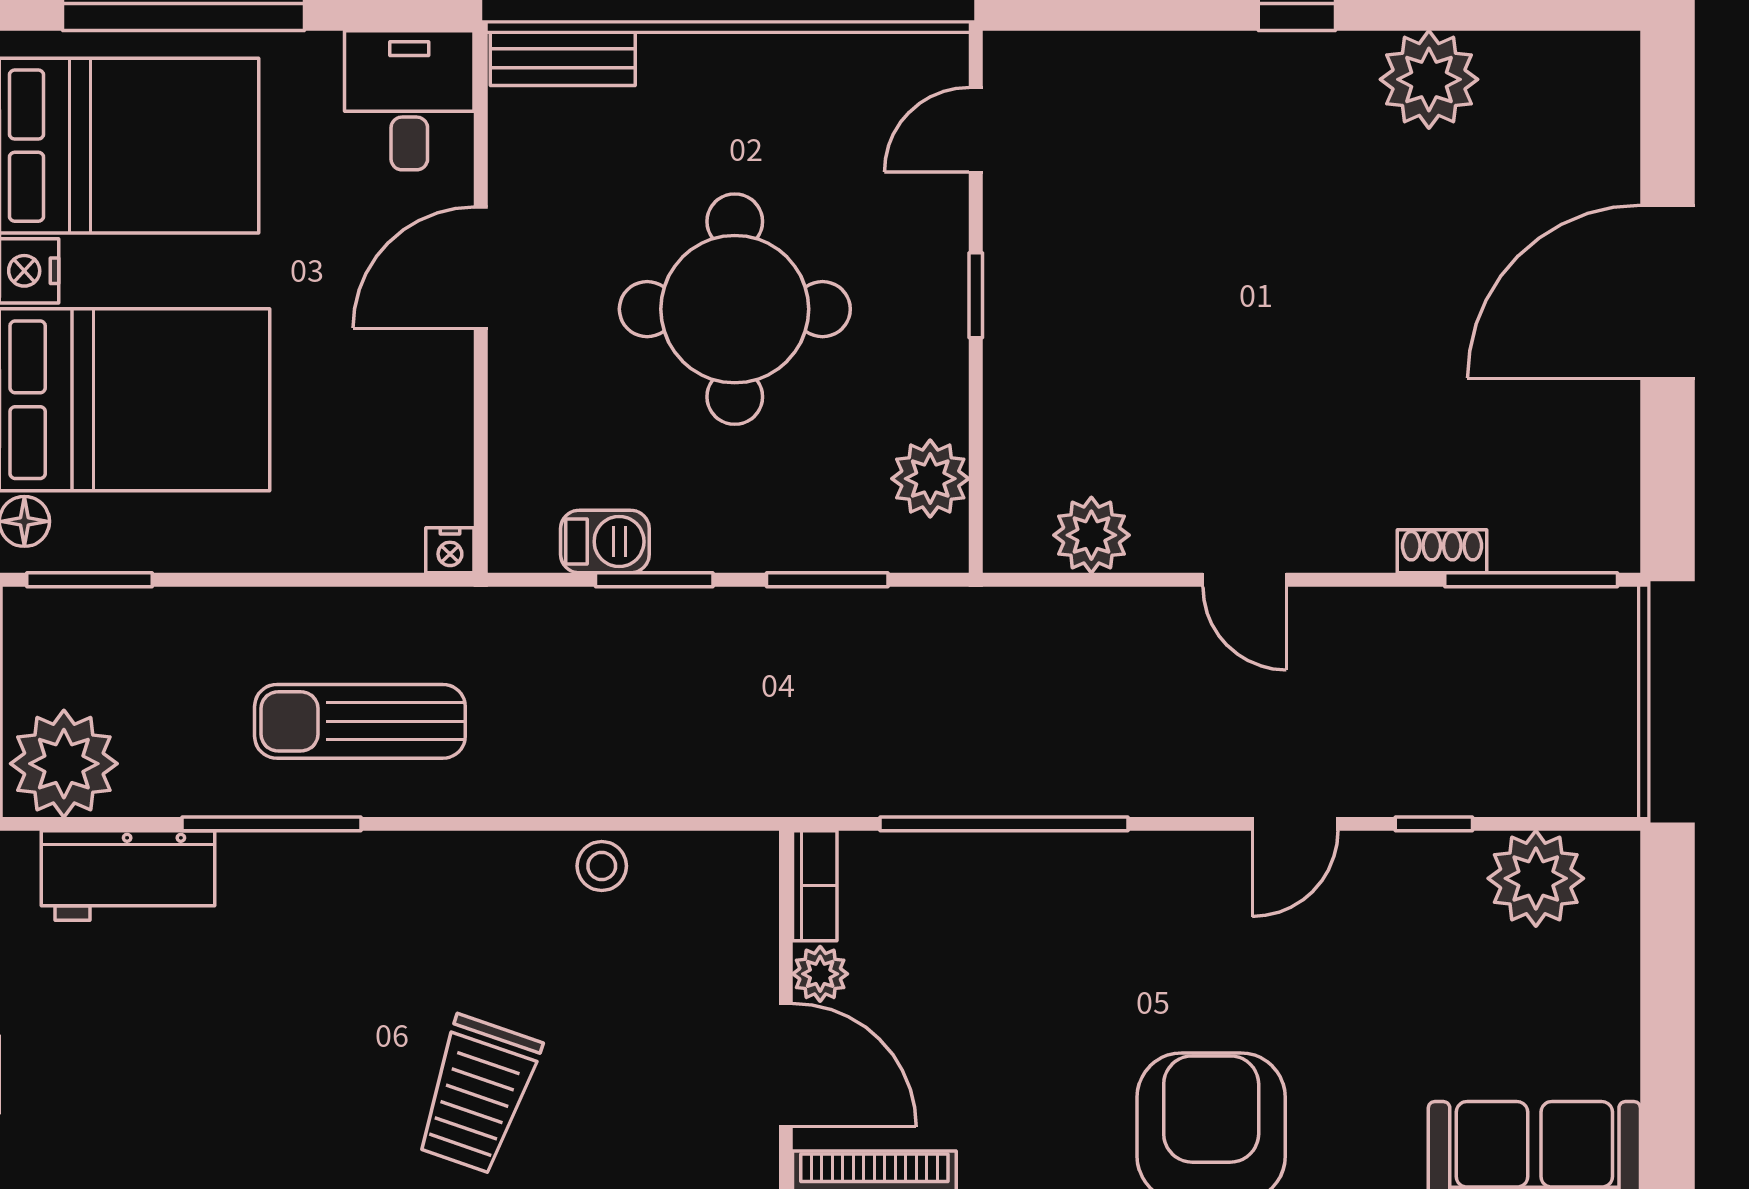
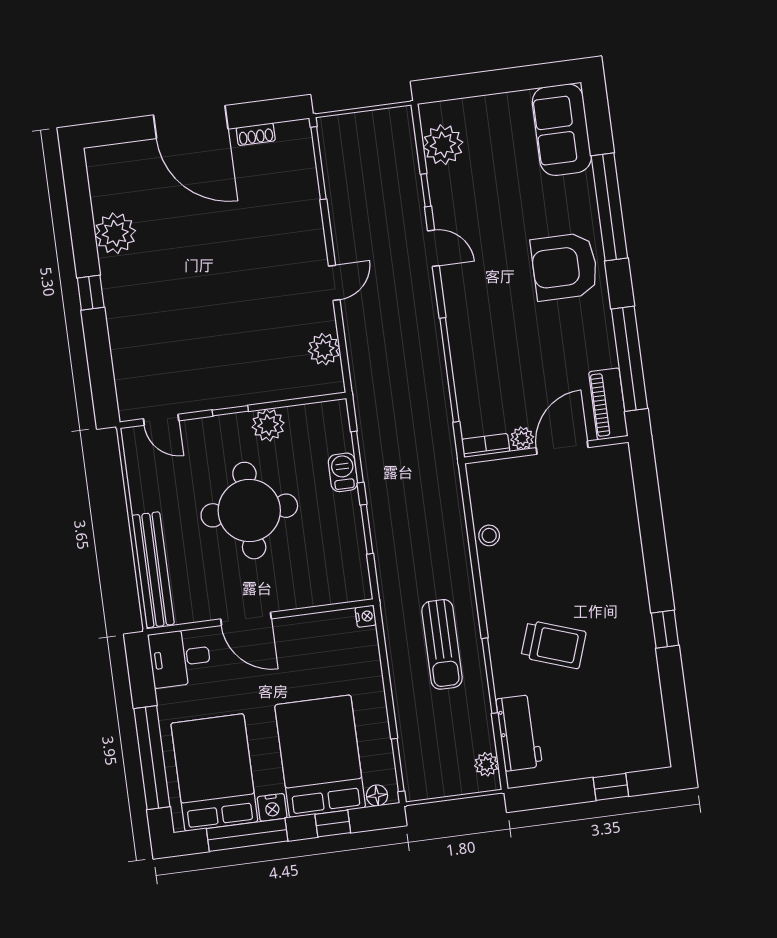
bench: (563, 58) -> (153, 570), width x1.86, depth x1.21
plant: (930, 479) -> (268, 425), moved
barbecue: (605, 542) -> (343, 472), moved
shoe rack: (1442, 551) -> (256, 134), moved, turned -90
plant: (64, 764) -> (486, 764), width x0.53, depth x0.53
trolley: (478, 1094) -> (554, 645), moved

